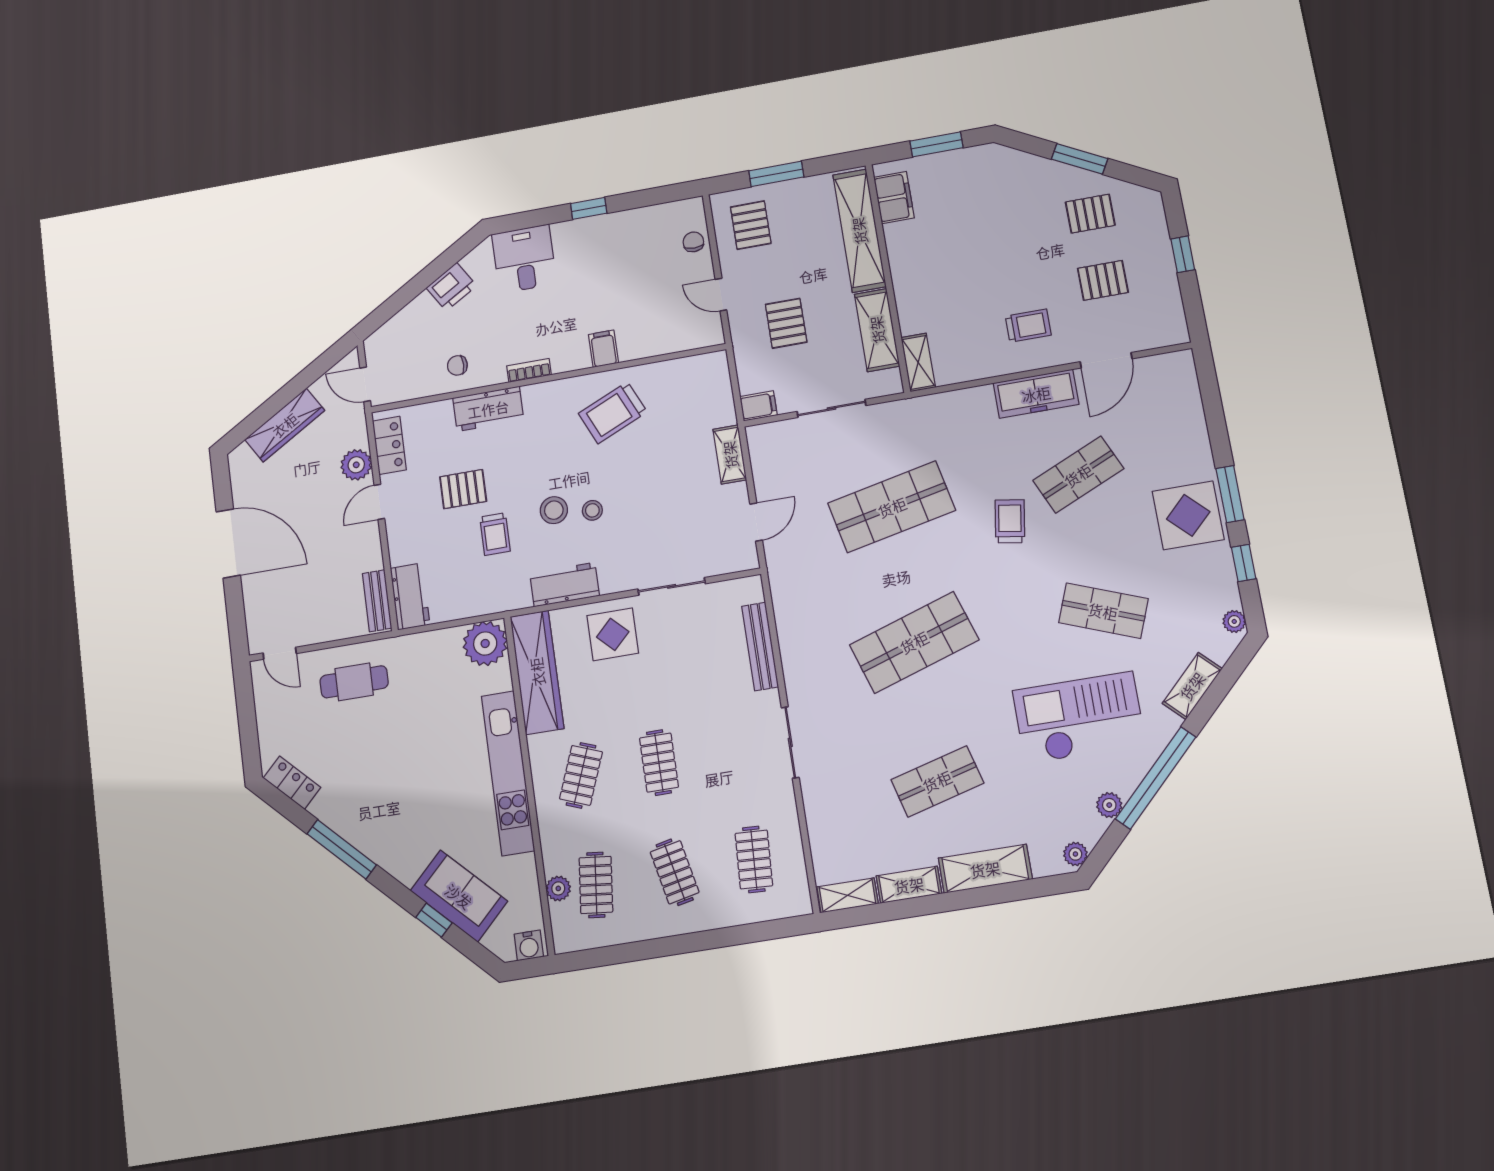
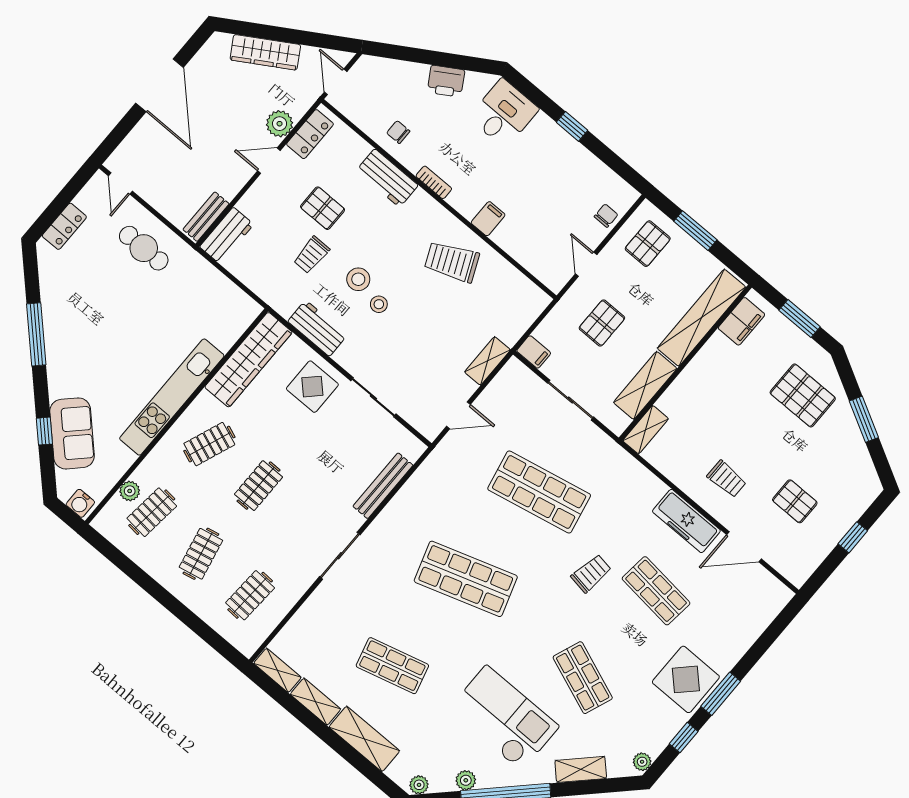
pallet: (1090, 214) -> (803, 395), moved, width x1.50, depth x1.42
shop shelf: (1078, 475) -> (656, 591), turned 30
plant: (485, 644) -> (238, 311), removed
locker: (292, 783) -> (64, 226), moved, turned 45

